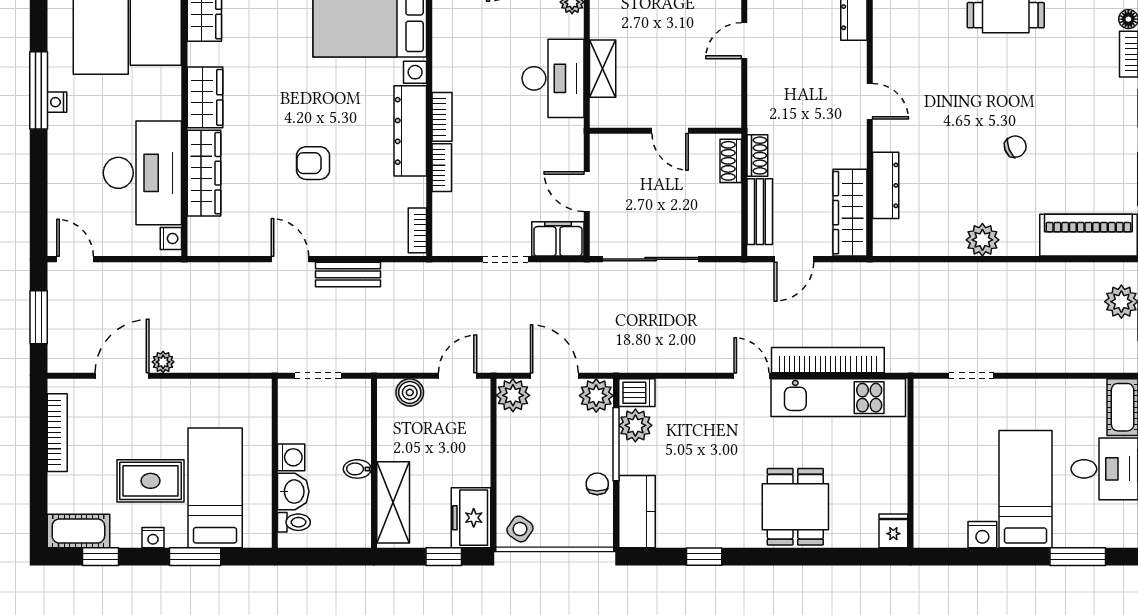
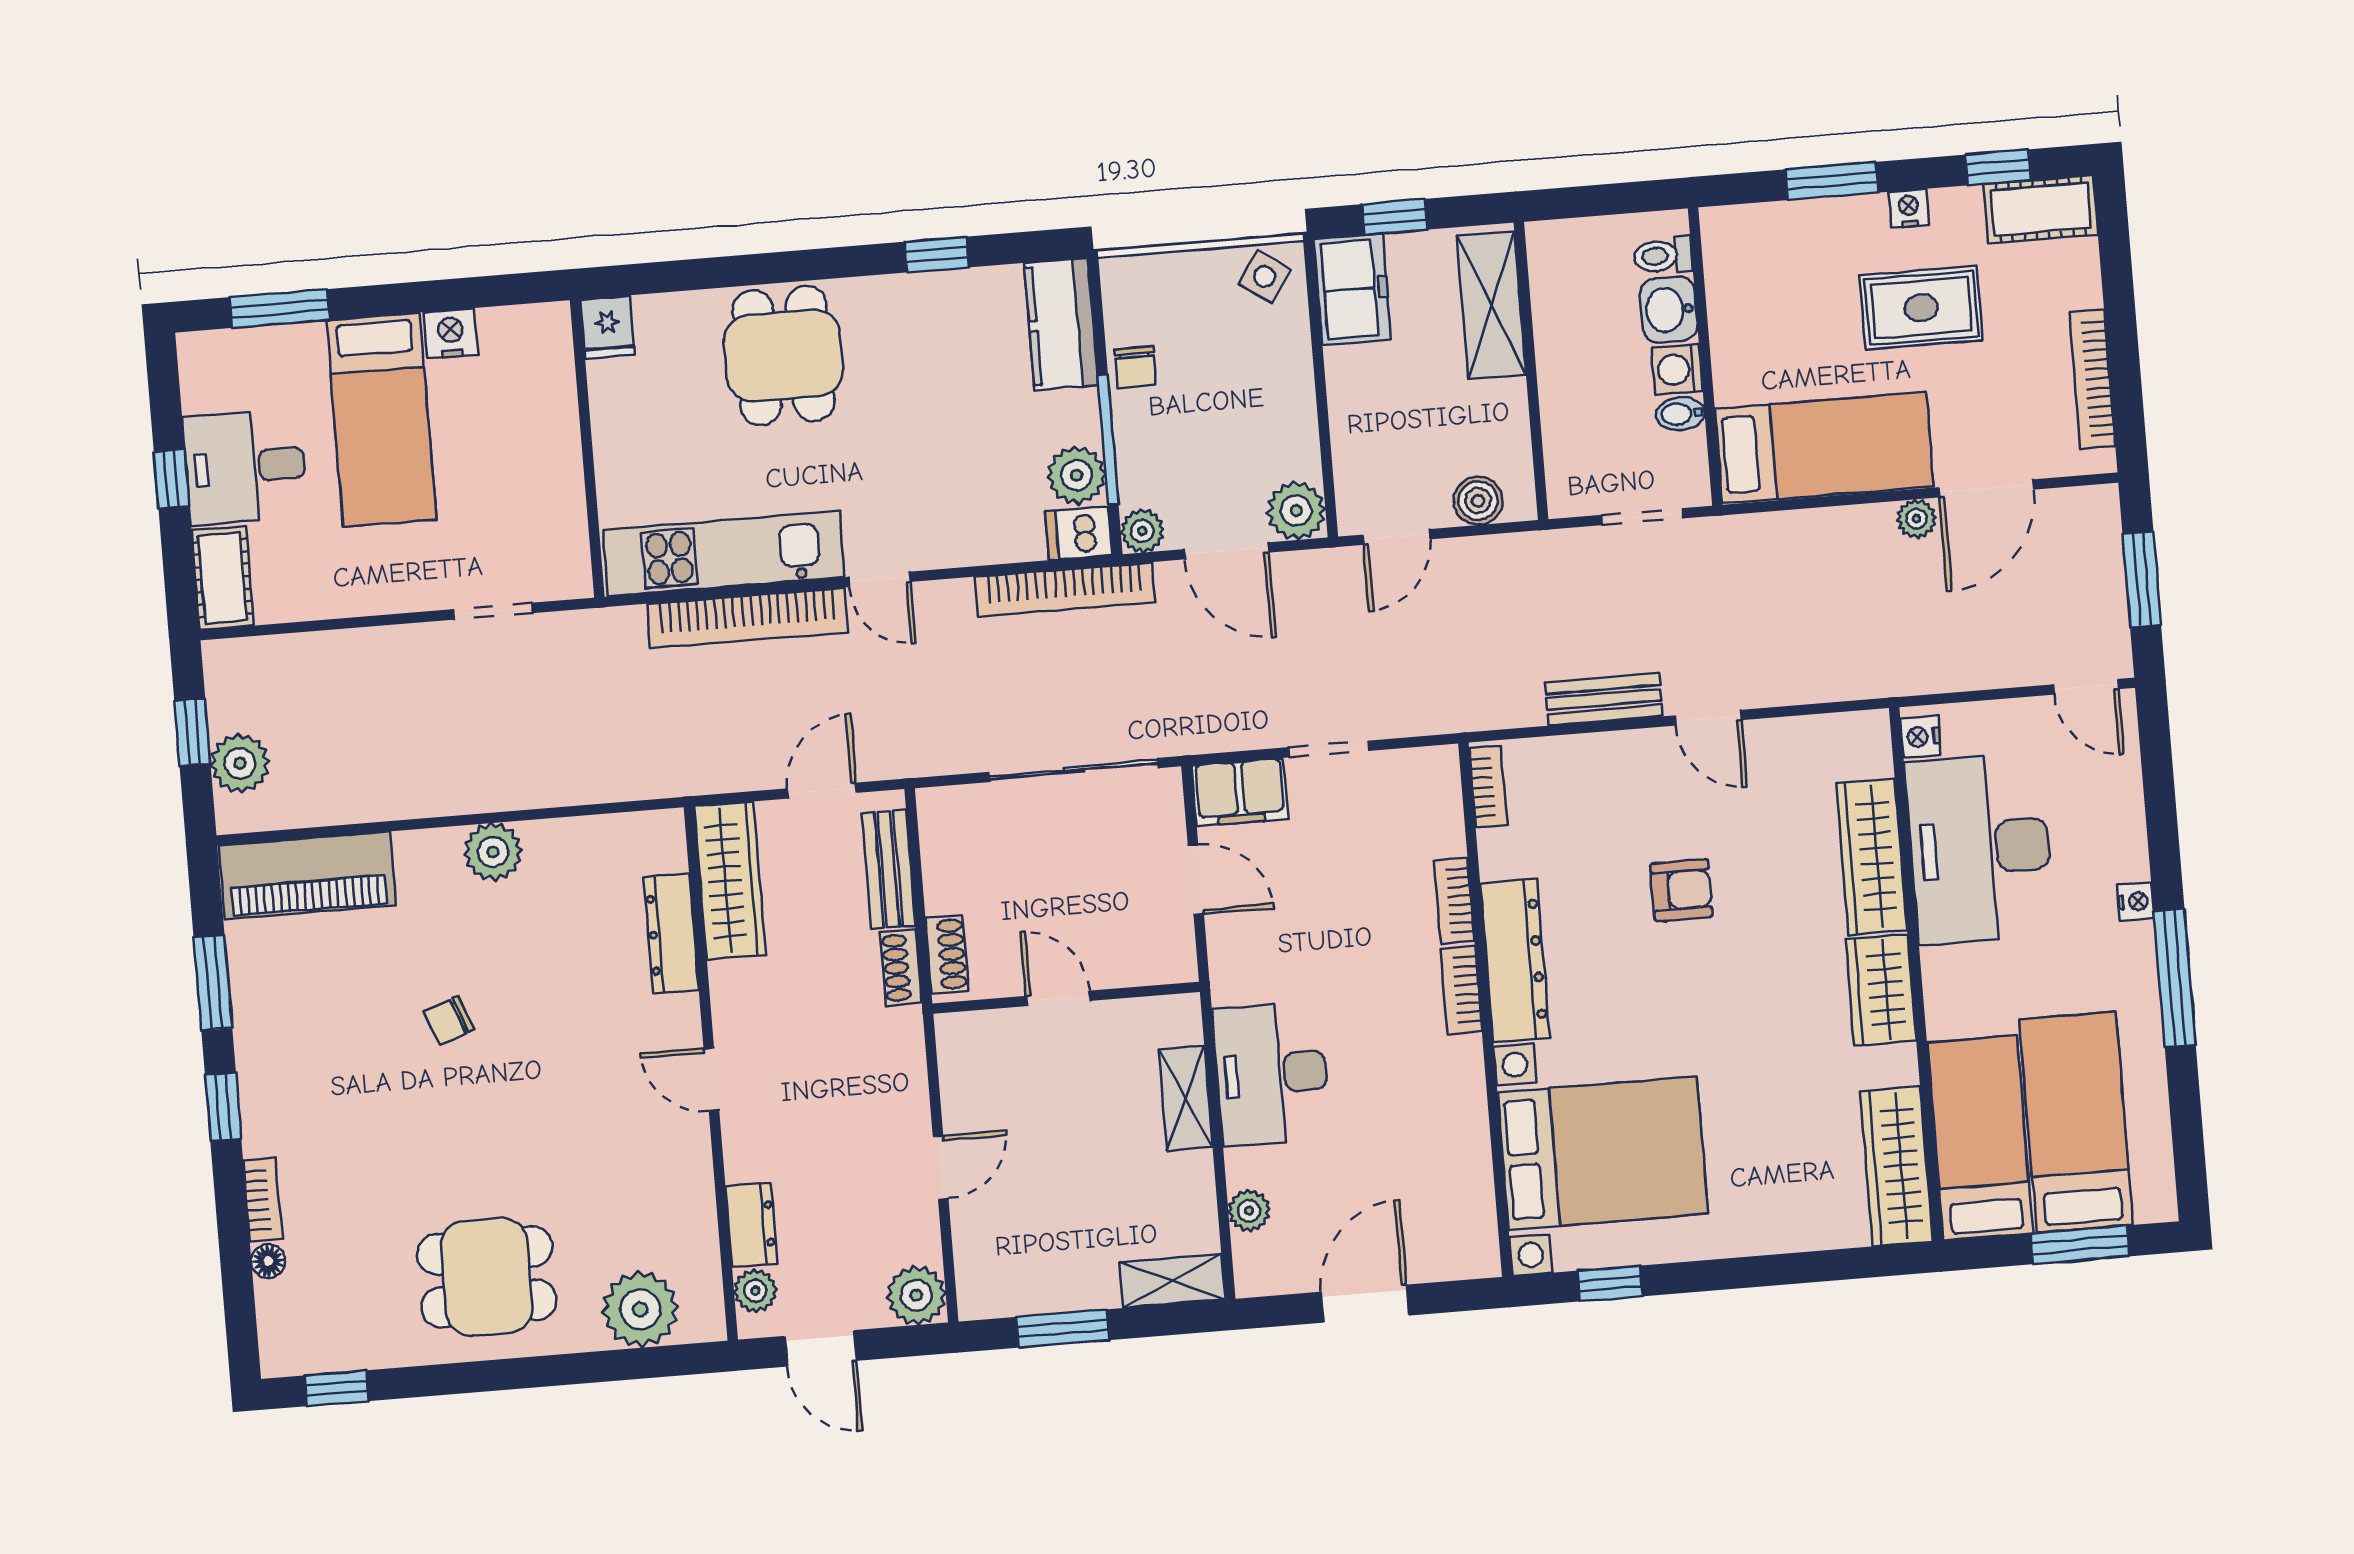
nightstand: (57, 102) -> (2136, 902), moved
bookcase: (647, 361) -> (1065, 589), added
plant: (596, 396) -> (1142, 531), width x0.73, depth x0.73
bidet: (357, 469) -> (1680, 414), moved, turned 180
bed: (215, 488) -> (1824, 448), moved, turned -90

